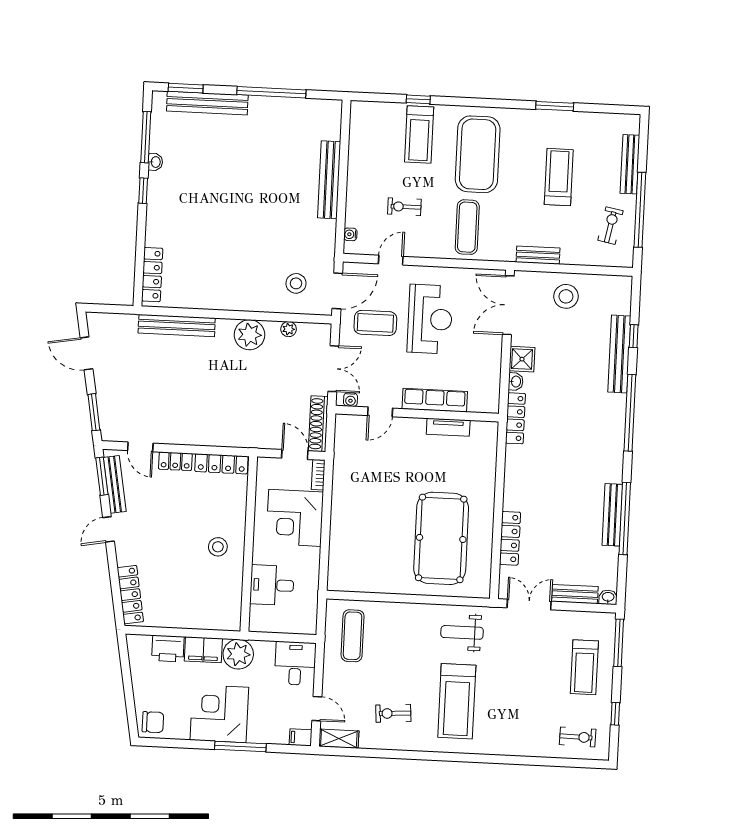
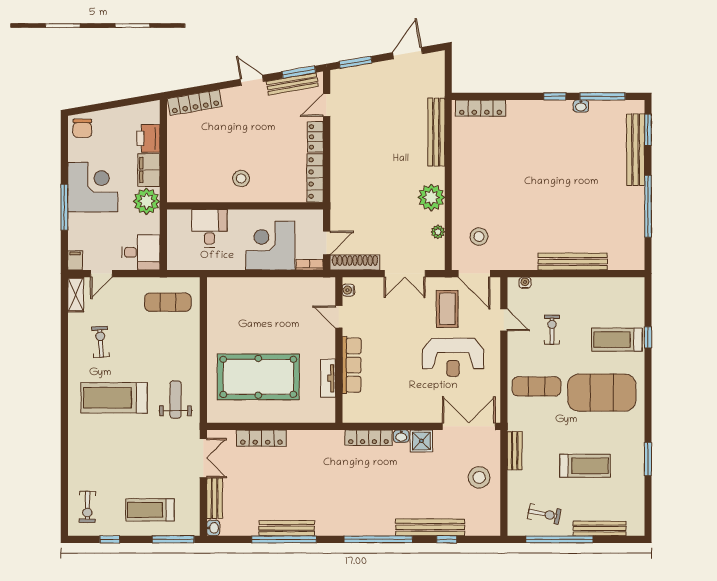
water cooler: (351, 400) -> (348, 290), moved
row of seats: (435, 400) -> (352, 365), moved
door: (380, 412) -> (339, 317), moved
wall: (417, 414) -> (339, 350), moved
tv unit: (448, 427) -> (328, 378), moved

